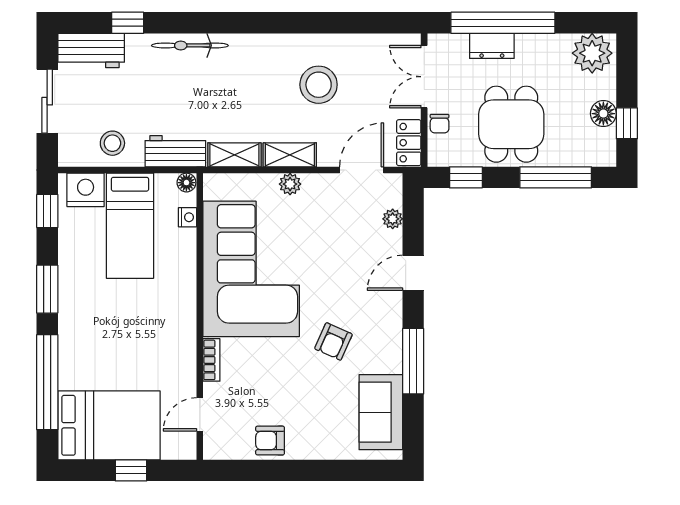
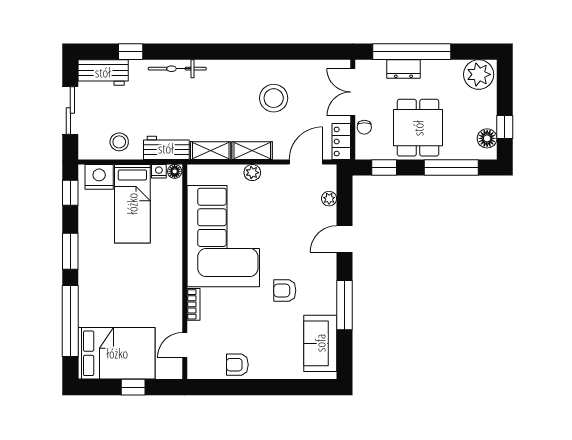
floor lamp: (603, 114) -> (487, 138), moved
nightstand: (188, 217) -> (159, 171), moved, turned -90
armchair: (333, 341) -> (285, 290), turned 66

